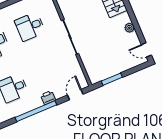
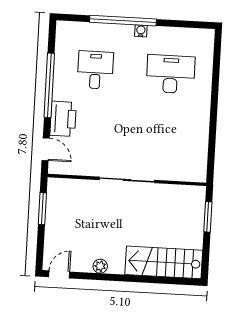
desk: (30, 26) -> (167, 133), removed
printer: (48, 98) -> (63, 119), width x1.87, depth x1.48

